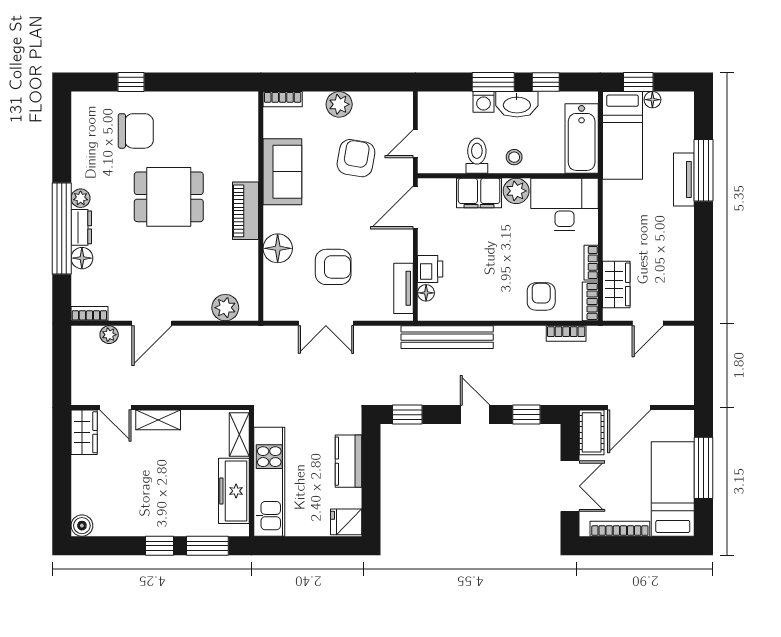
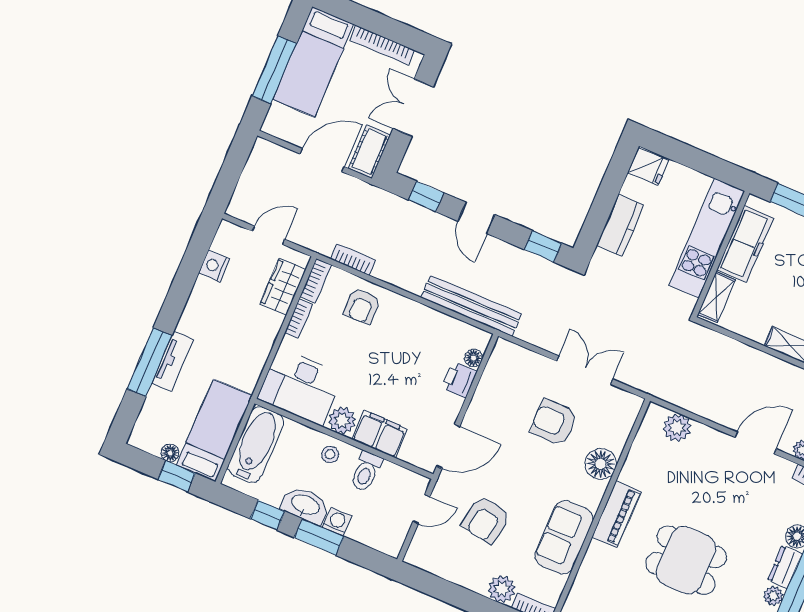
plant: (339, 104) -> (502, 589), moved
nightstand: (683, 277) -> (214, 266), added
tv unit: (403, 288) -> (494, 372), removed

